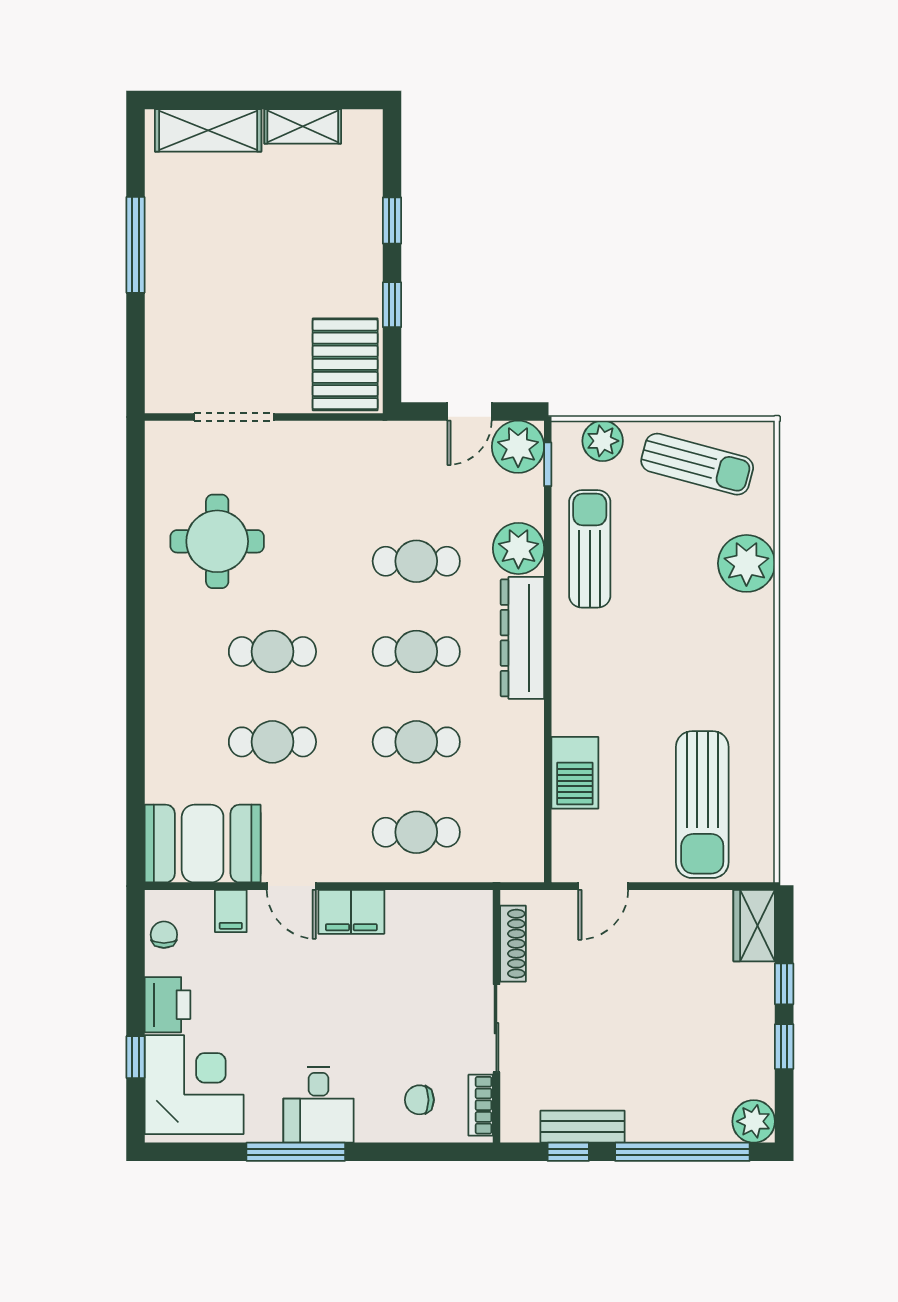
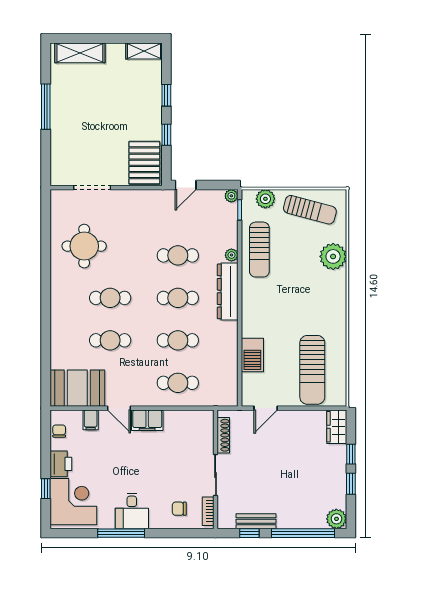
shelving: (303, 126) -> (144, 51), moved
door: (470, 411) -> (186, 185), moved
plant: (518, 447) -> (231, 196), width x0.53, depth x0.53
plant: (518, 548) -> (231, 255), width x0.53, depth x0.53
sun lounger: (590, 549) -> (259, 250), turned 180

